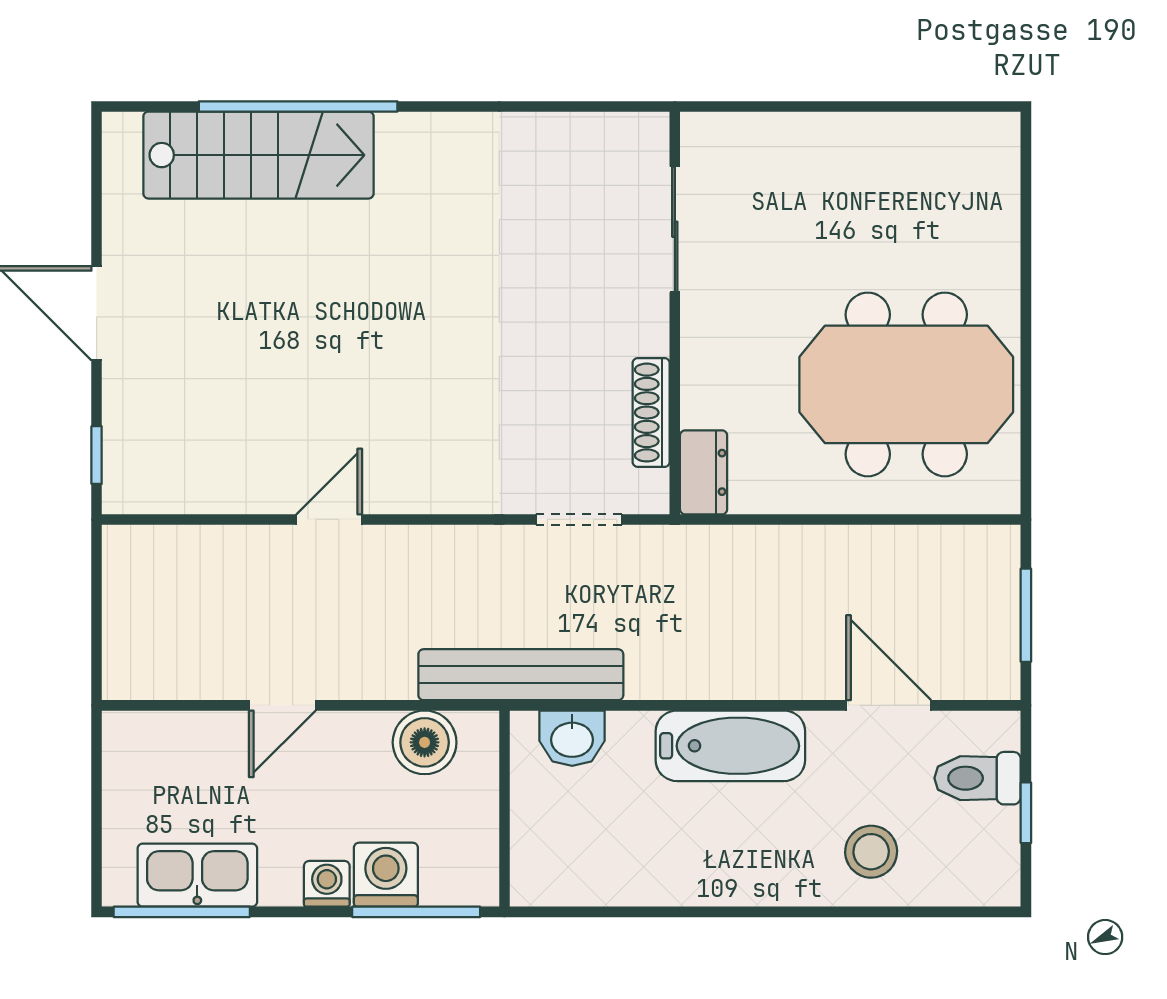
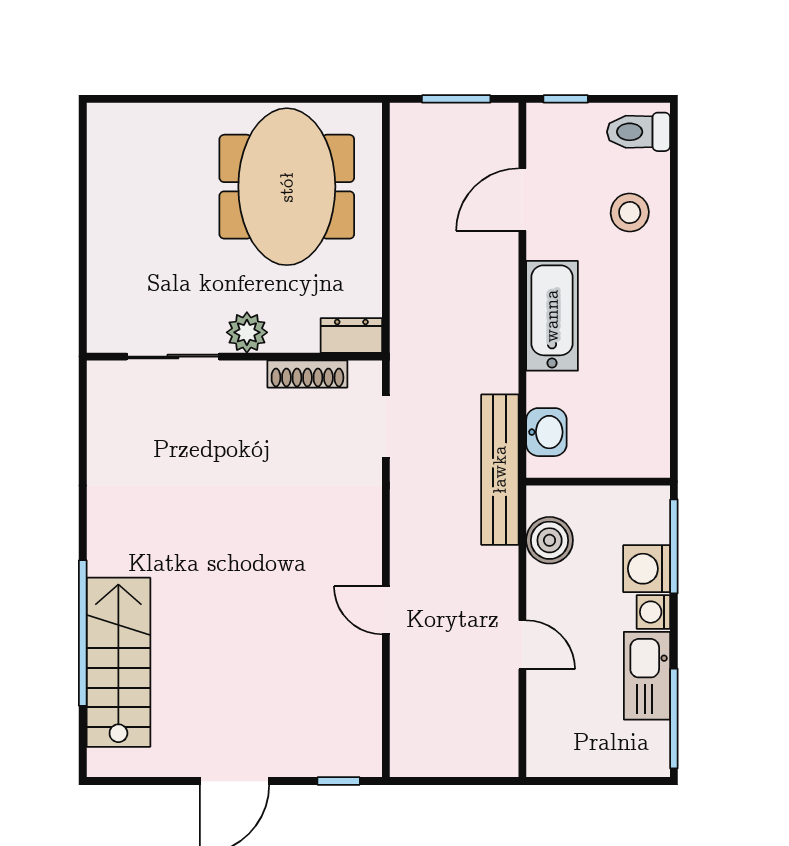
plant: (708, 330) -> (247, 332), added
toilet: (978, 778) -> (638, 132), moved, turned 90
window: (1026, 813) -> (566, 99), moved
kitchen sink: (197, 875) -> (647, 676), moved

